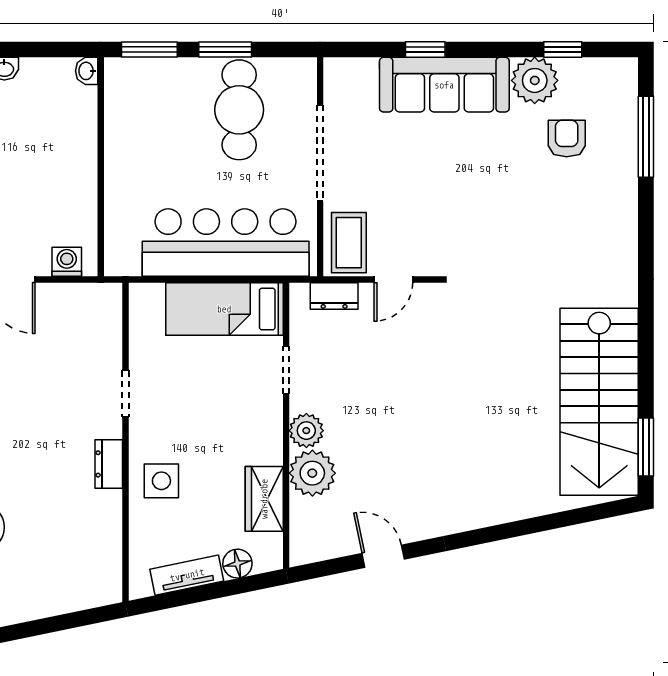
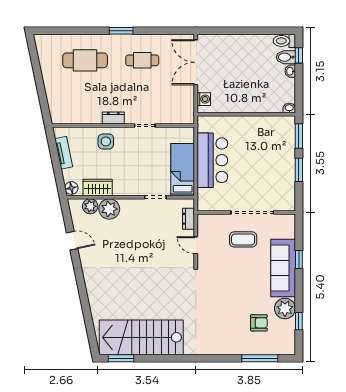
cafe table: (239, 110) -> (272, 176), removed
bar counter: (226, 243) -> (212, 160), width x0.73
coffee table: (349, 243) -> (243, 239), moved
plant: (306, 431) -> (90, 206), moved
door: (383, 556) -> (72, 241), hinge flipped
floor lamp: (237, 564) -> (71, 188), moved

